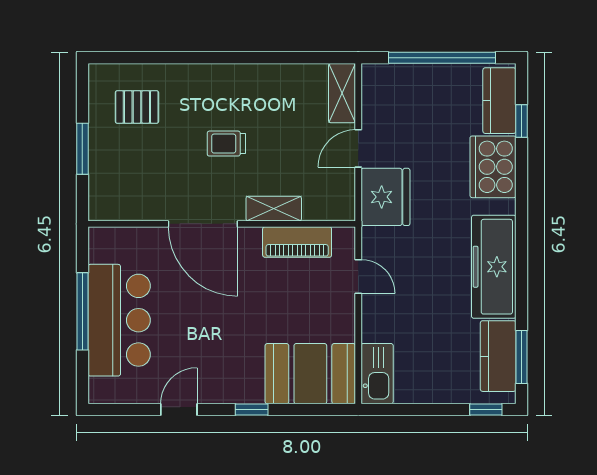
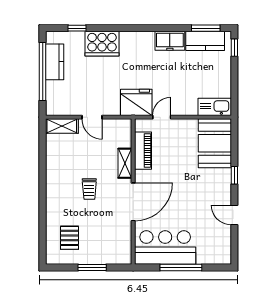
kitchen counter: (499, 101) -> (55, 62), moved, turned -90
fridge: (385, 197) -> (136, 102), moved
freezer: (494, 267) -> (170, 41), width x0.52, depth x0.79
bar counter: (119, 320) -> (165, 248), moved

